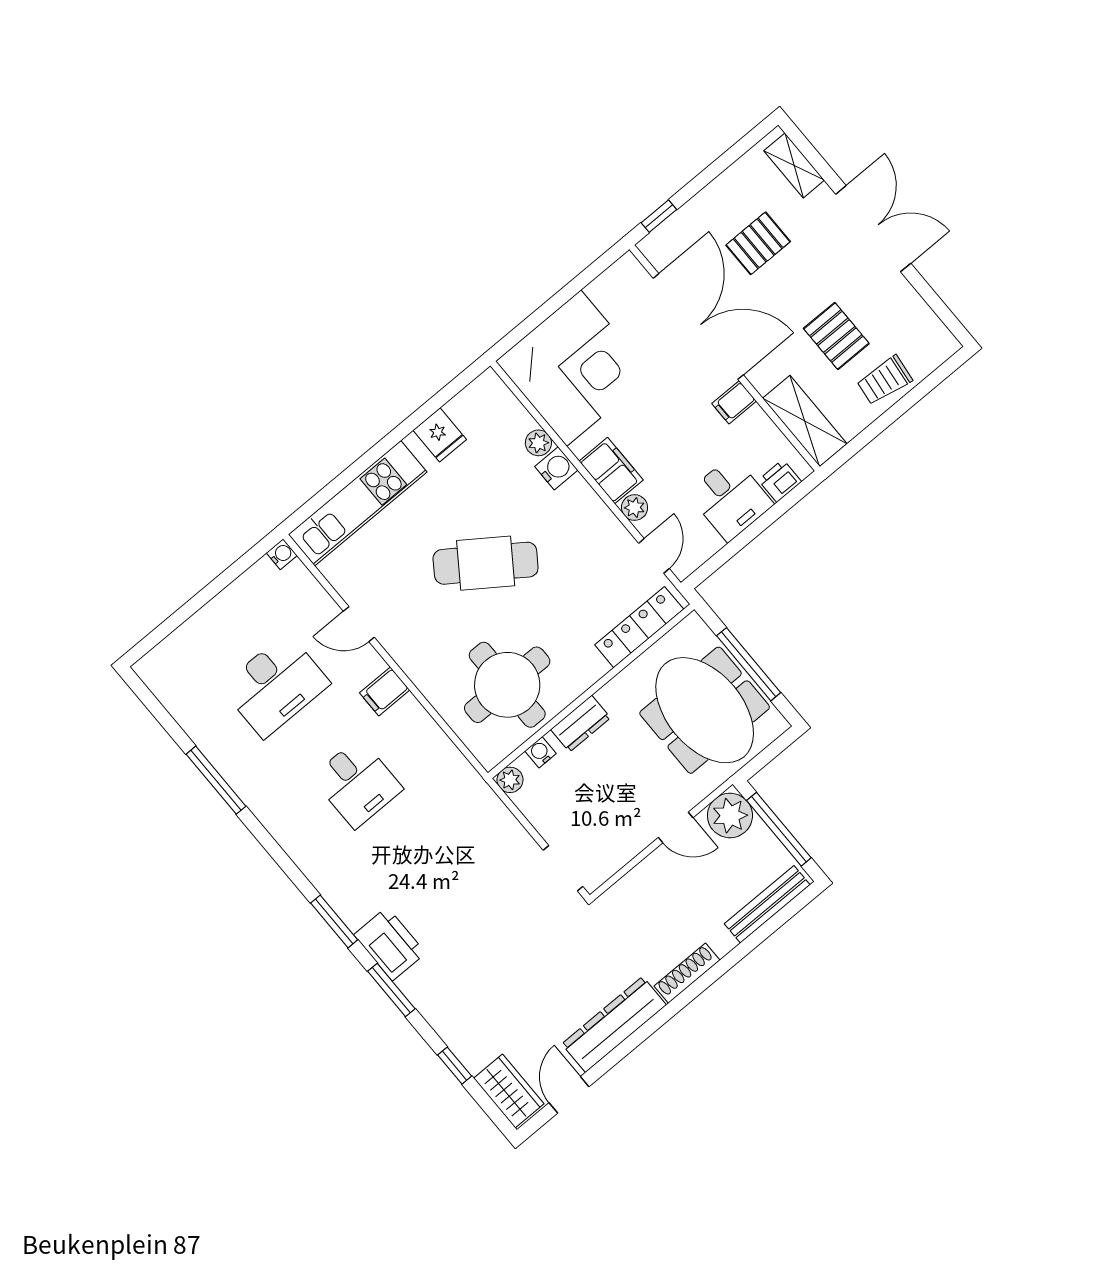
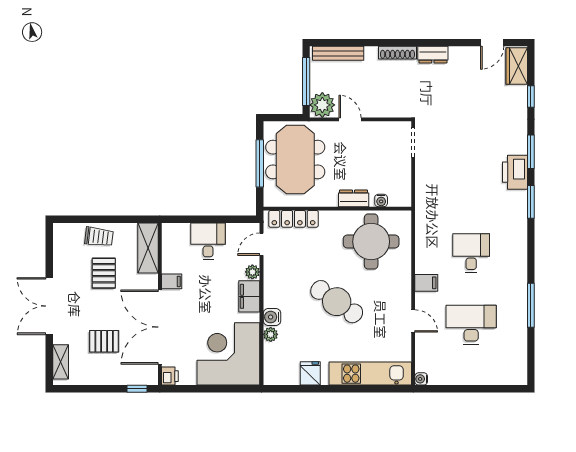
printer: (780, 481) -> (170, 376), moved, turned -90
plant: (510, 780) -> (404, 200), removed
dresser: (614, 1024) -> (433, 55), width x0.51, depth x0.80

